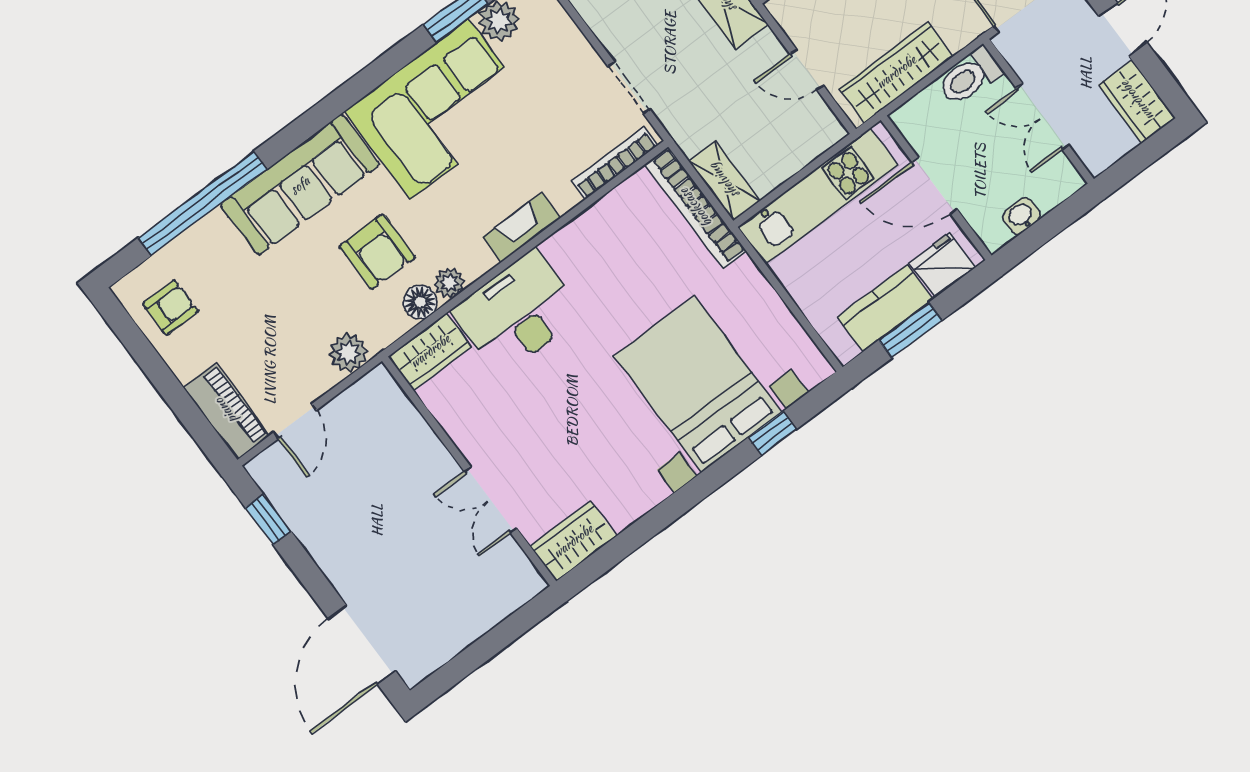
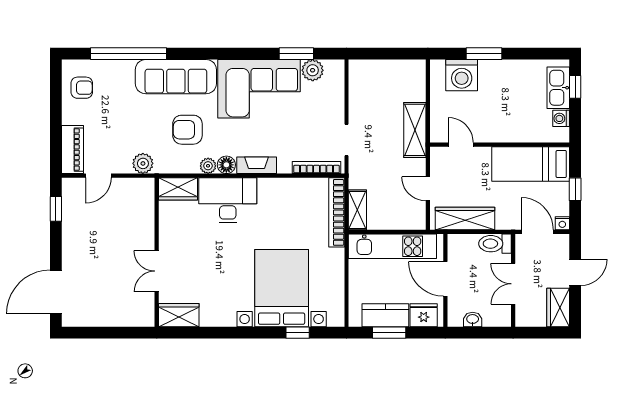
armchair: (377, 252) -> (187, 130), turned 90
floor lamp: (420, 302) -> (226, 165), moved

